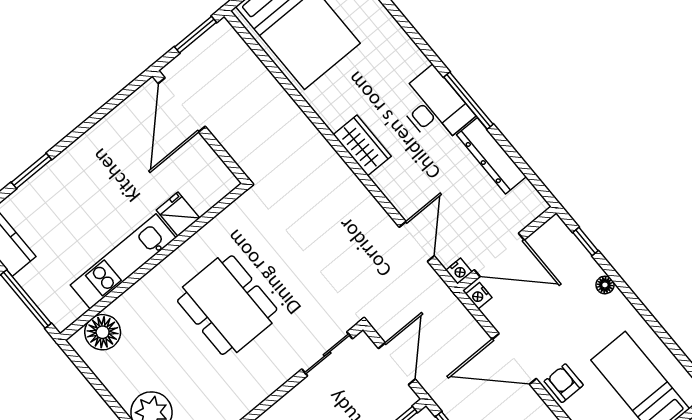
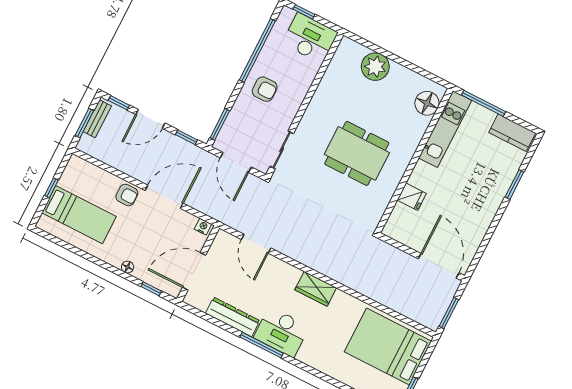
door: (499, 255) -> (194, 271), moved
kitchen unit: (123, 261) -> (445, 129), moved
nightstand: (459, 271) -> (222, 237), removed

